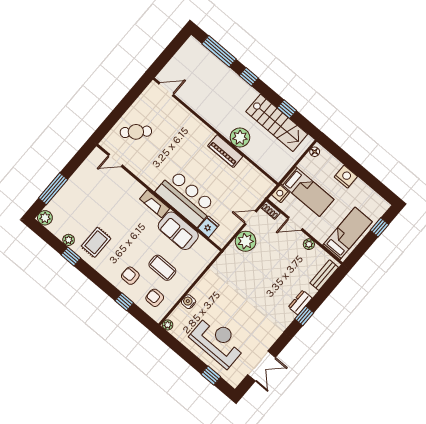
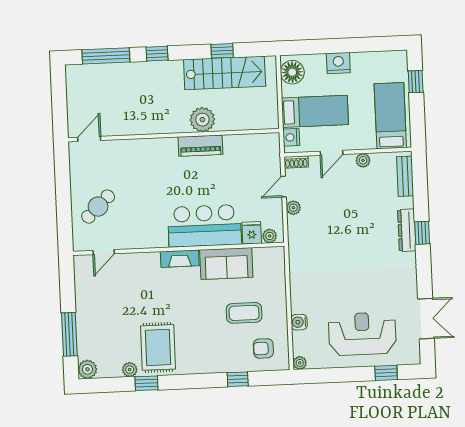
floor lamp: (315, 152) -> (292, 72), width x1.89, depth x1.89
plant: (217, 238) -> (270, 236), added
plant: (246, 241) -> (293, 208), width x0.53, depth x0.53
rug: (96, 242) -> (158, 347), width x1.36, depth x1.43
armchair: (130, 276) -> (220, 349), removed
dresser: (300, 303) -> (407, 230), width x1.44

